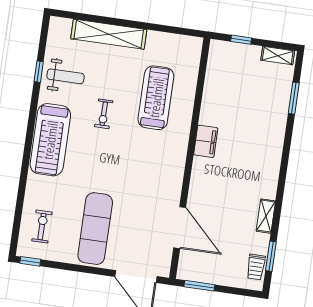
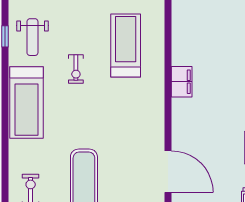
weight bench: (66, 76) -> (32, 37), turned 90

